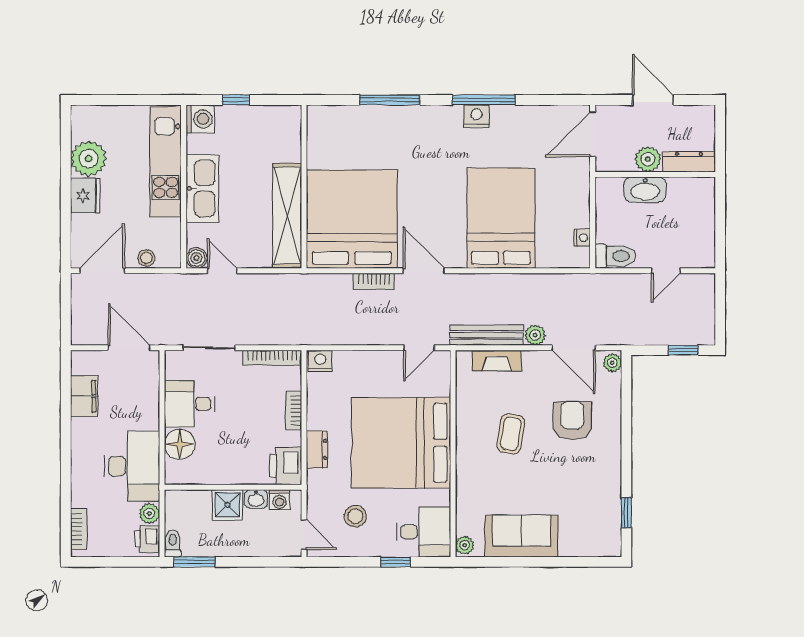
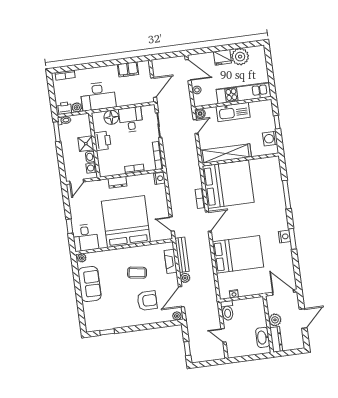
window: (484, 100) -> (293, 239), width x0.69
washing machine: (200, 119) -> (270, 139), moved, turned 90
washbasin: (645, 190) -> (263, 337), moved
printer: (286, 466) -> (103, 141), moved, turned 90
stool: (355, 516) -> (88, 205), removed

